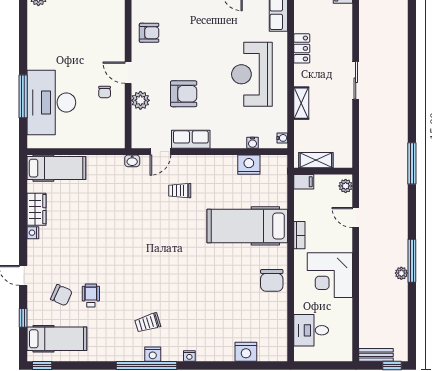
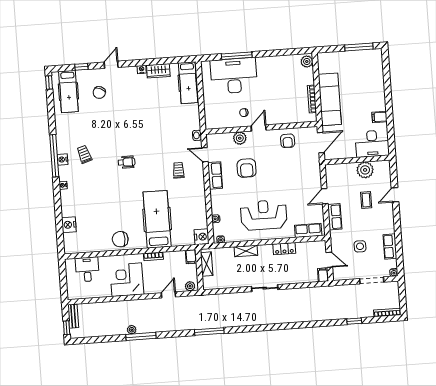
nightstand: (249, 165) -> (202, 237), moved
wheelchair: (91, 295) -> (127, 162), moved

